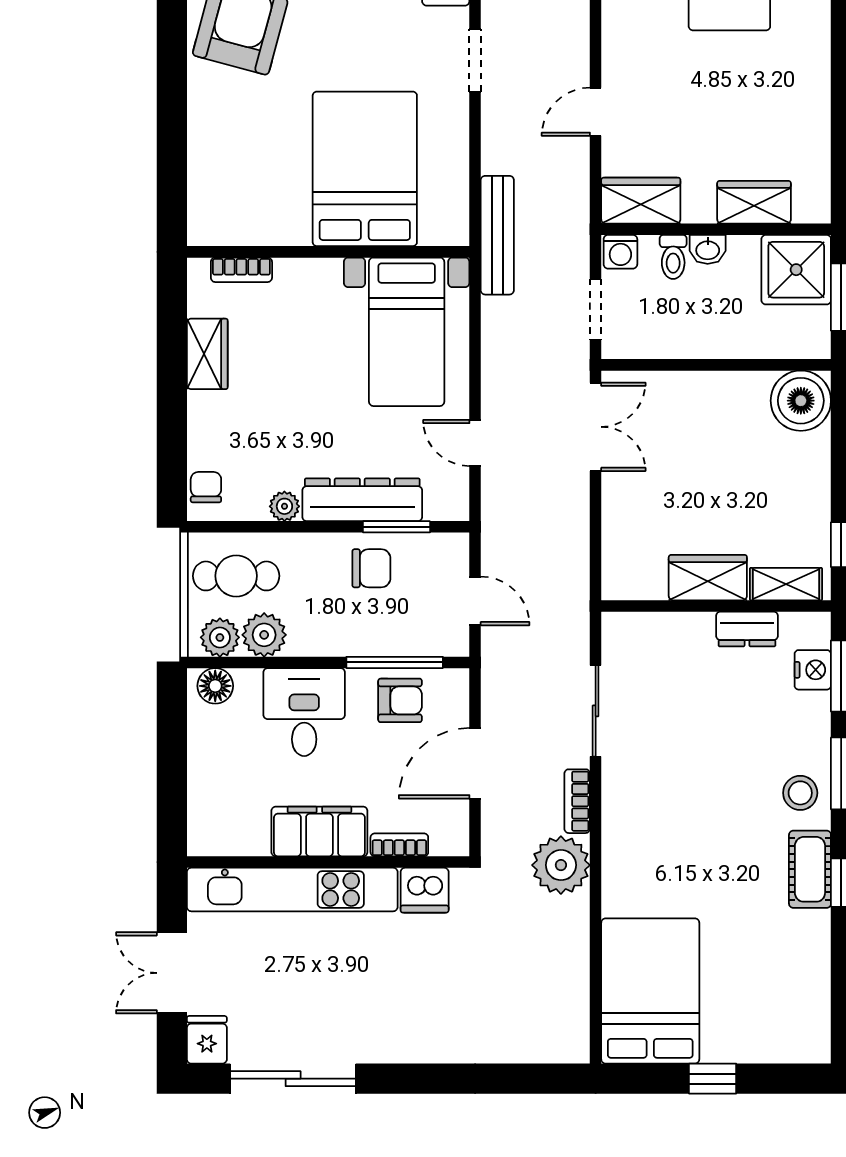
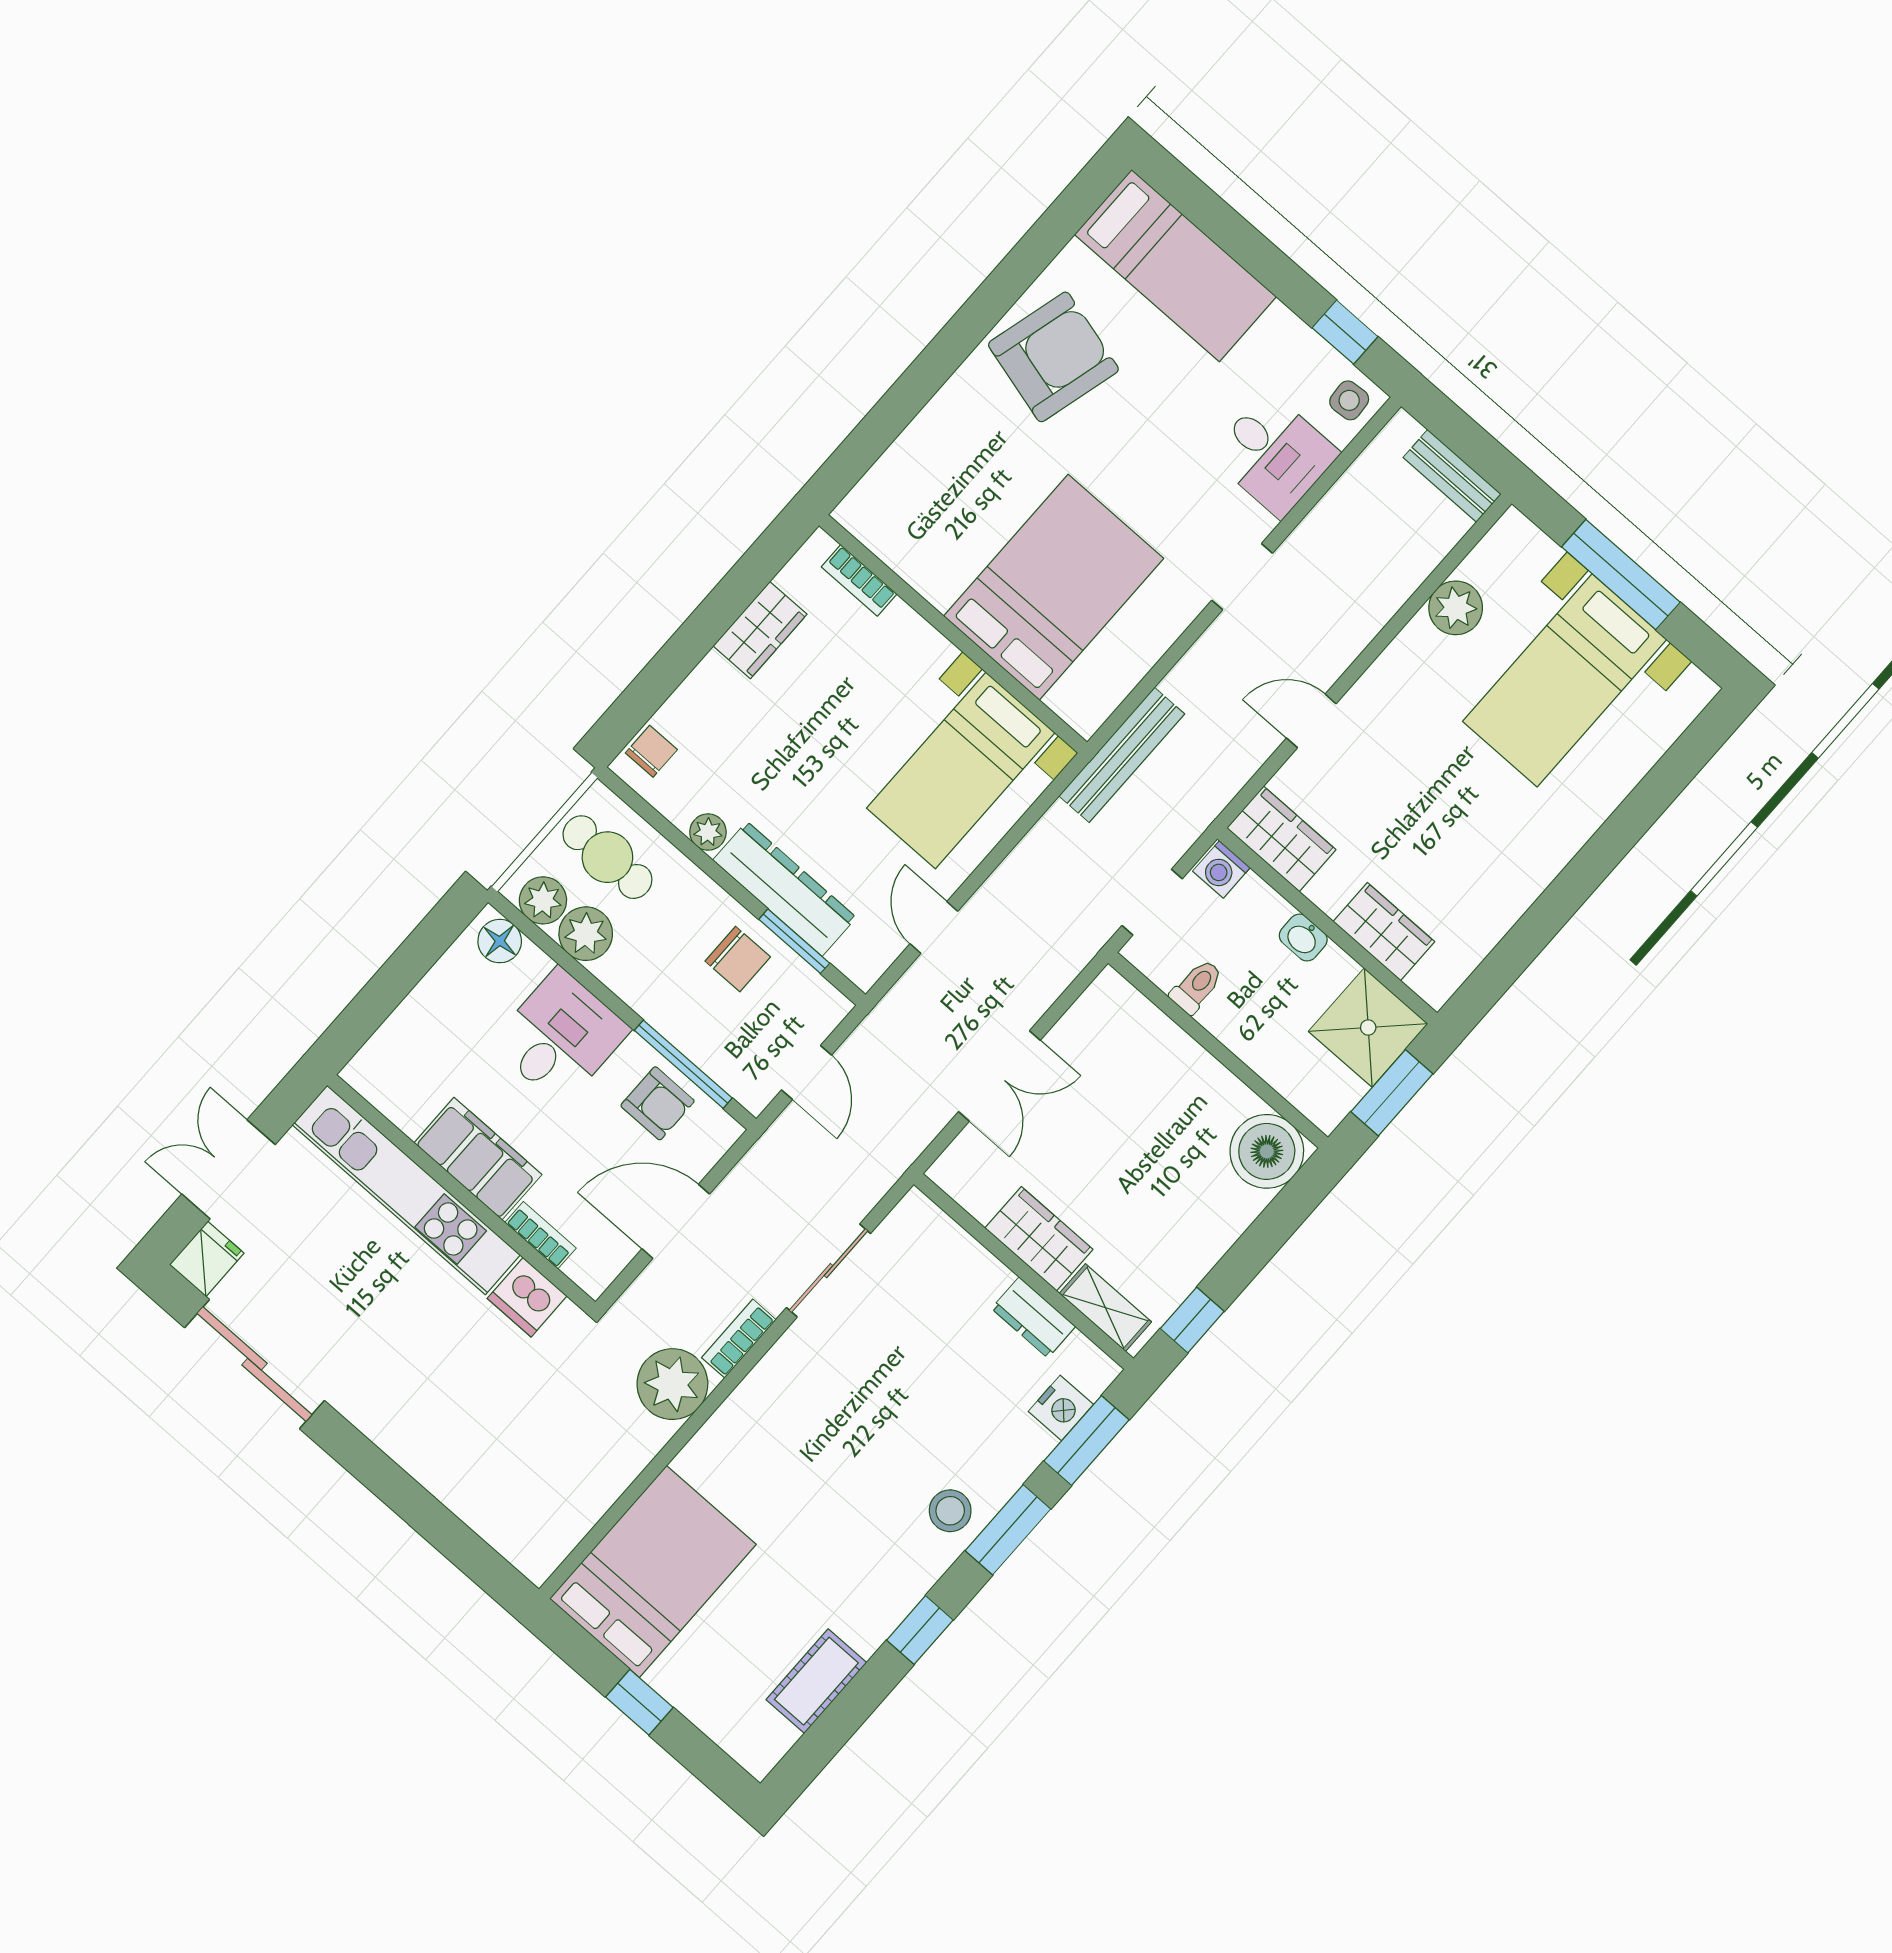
toilet: (673, 257) -> (1197, 986), moved, turned 180
double door: (596, 427) -> (999, 1076), moved
cot: (810, 869) -> (816, 1681), moved

